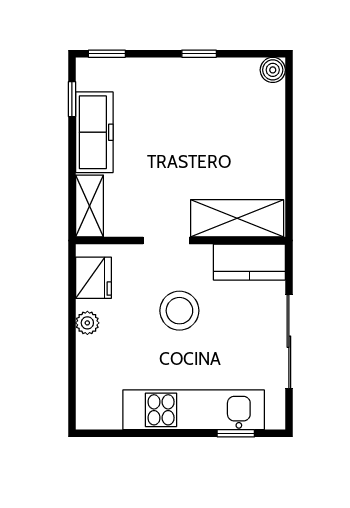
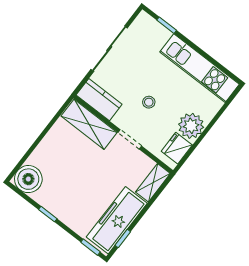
boiler: (273, 70) -> (28, 179), width x1.86, depth x1.86
freezer: (94, 132) -> (117, 220), width x1.36, depth x1.26
stool: (179, 311) -> (149, 102), width x0.53, depth x0.53
plant: (87, 323) -> (191, 126), width x1.87, depth x1.87
kitchen unit: (194, 410) -> (200, 68), moved

